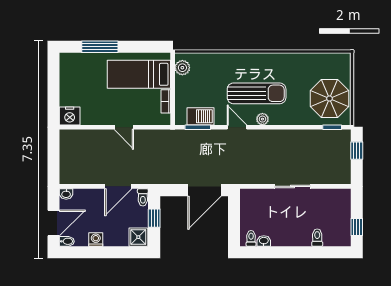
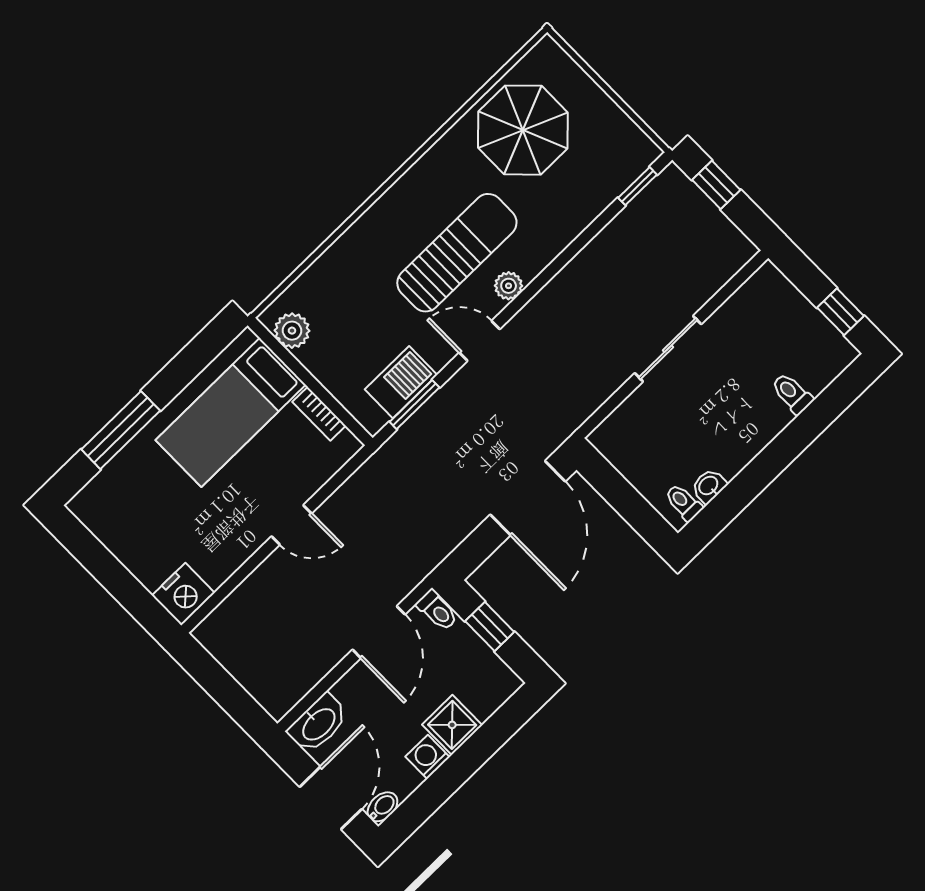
parasol: (329, 99) -> (523, 130), moved
washbasin: (66, 194) -> (318, 724), width x1.91, depth x1.45
shower: (138, 237) -> (452, 725), moved

